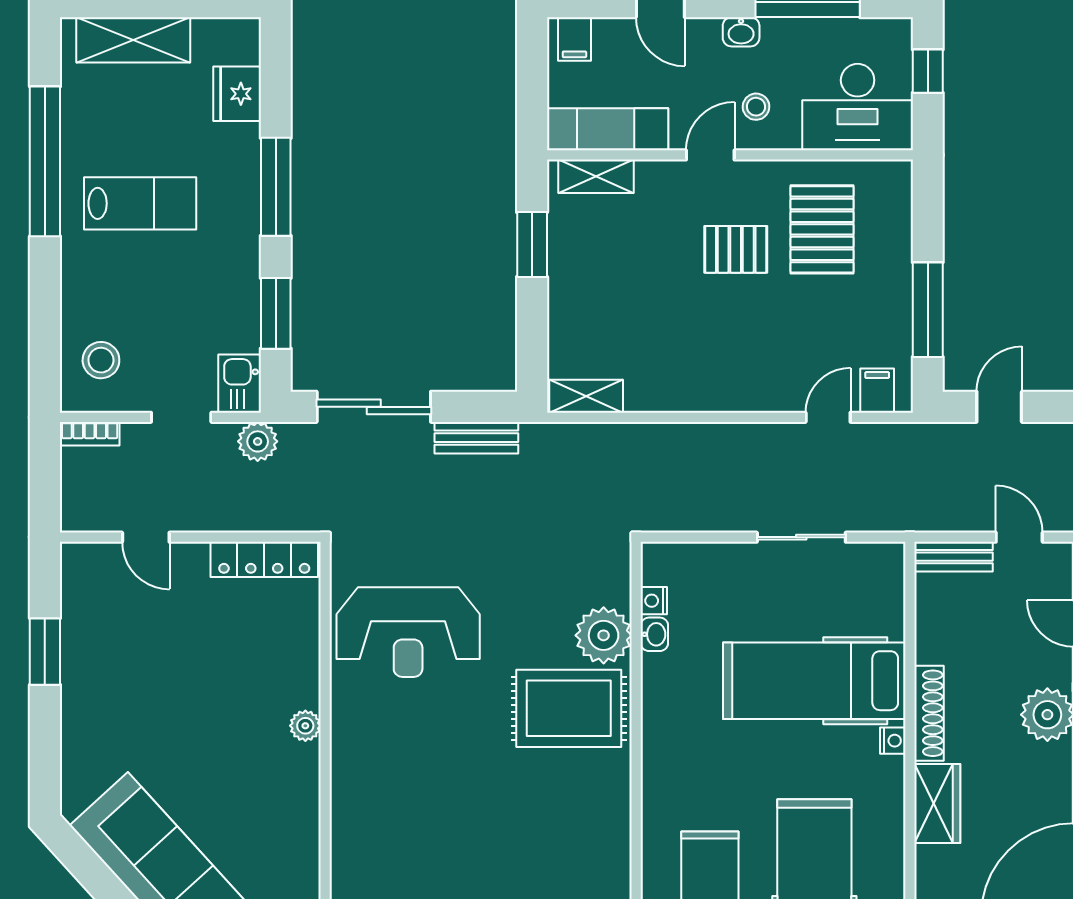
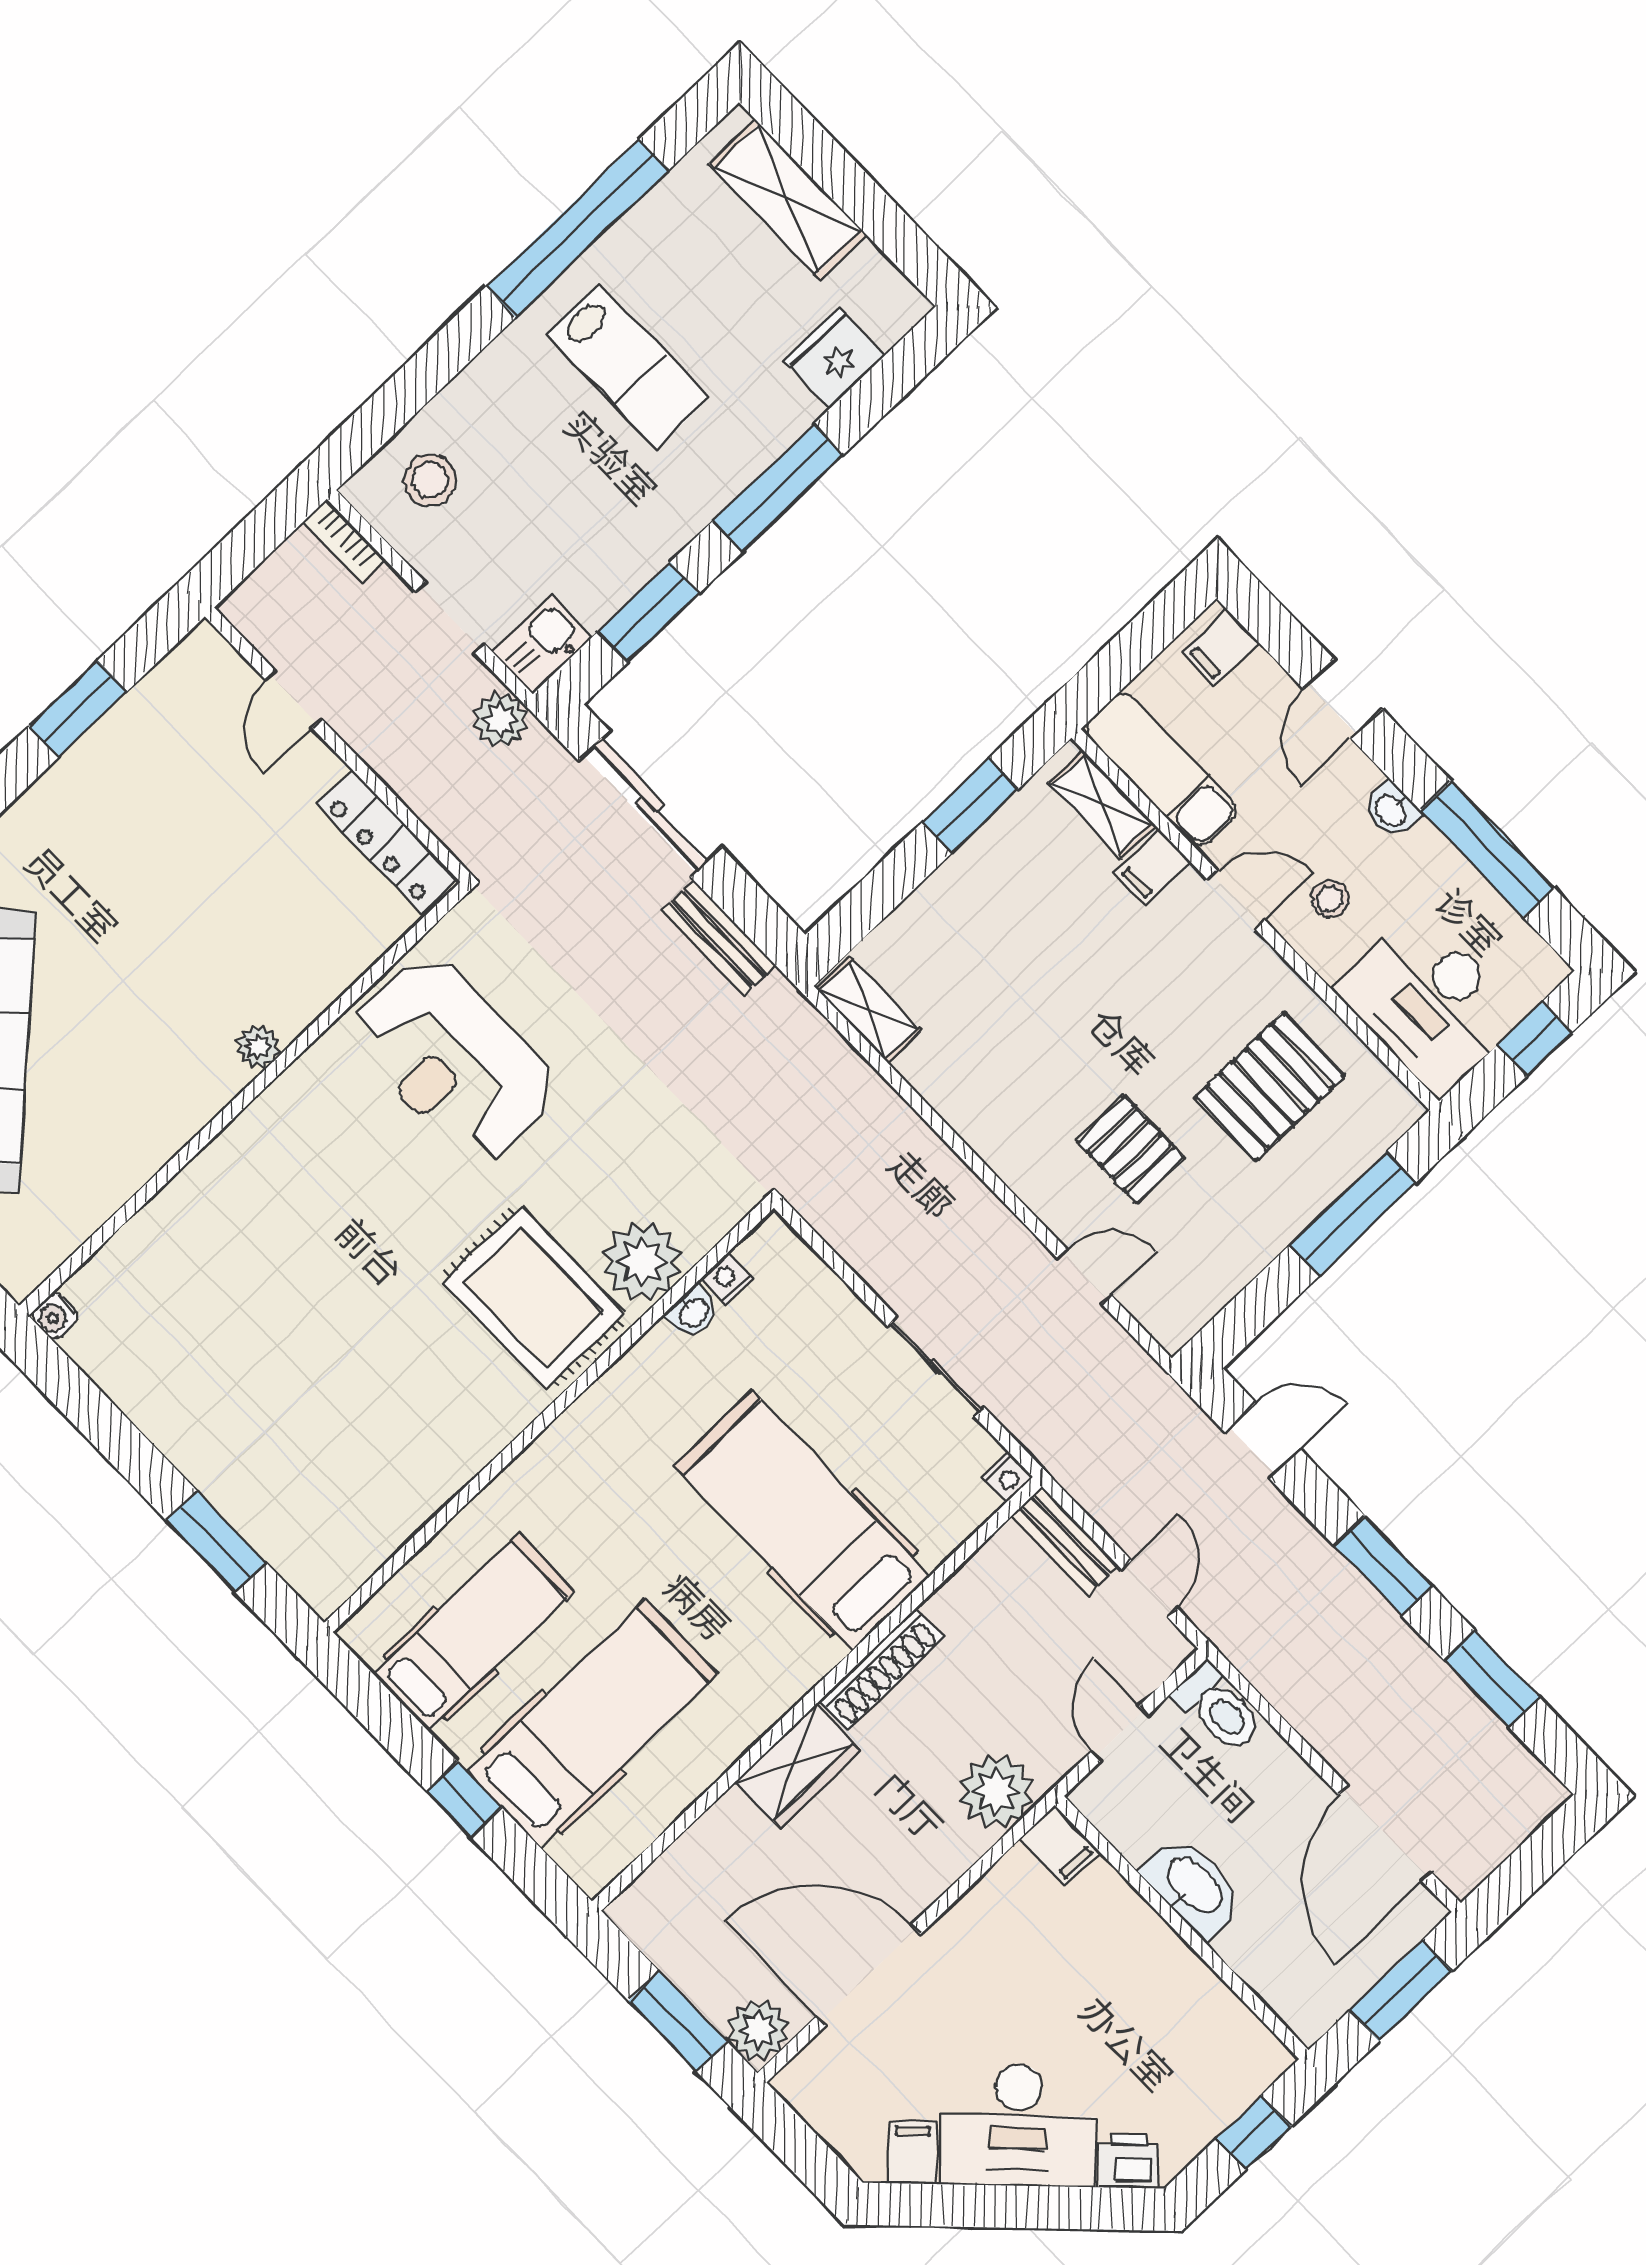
pallet: (736, 249) -> (1131, 1150), moved
window: (928, 310) -> (1353, 1214), moved
filing cabinet: (877, 391) -> (1153, 868), moved, turned 180
nightstand: (893, 741) -> (1007, 1477), moved

